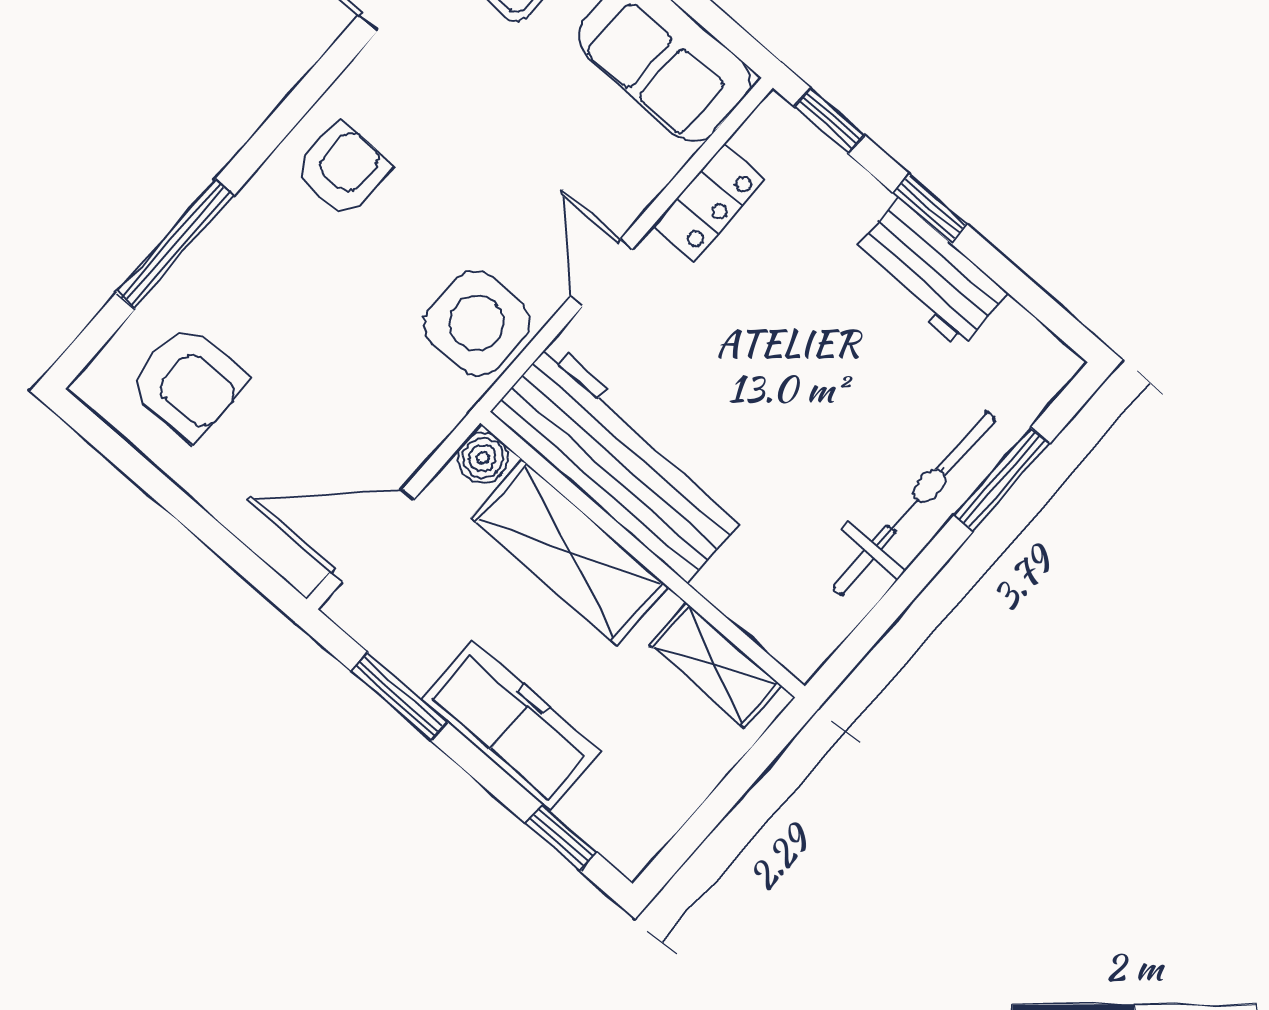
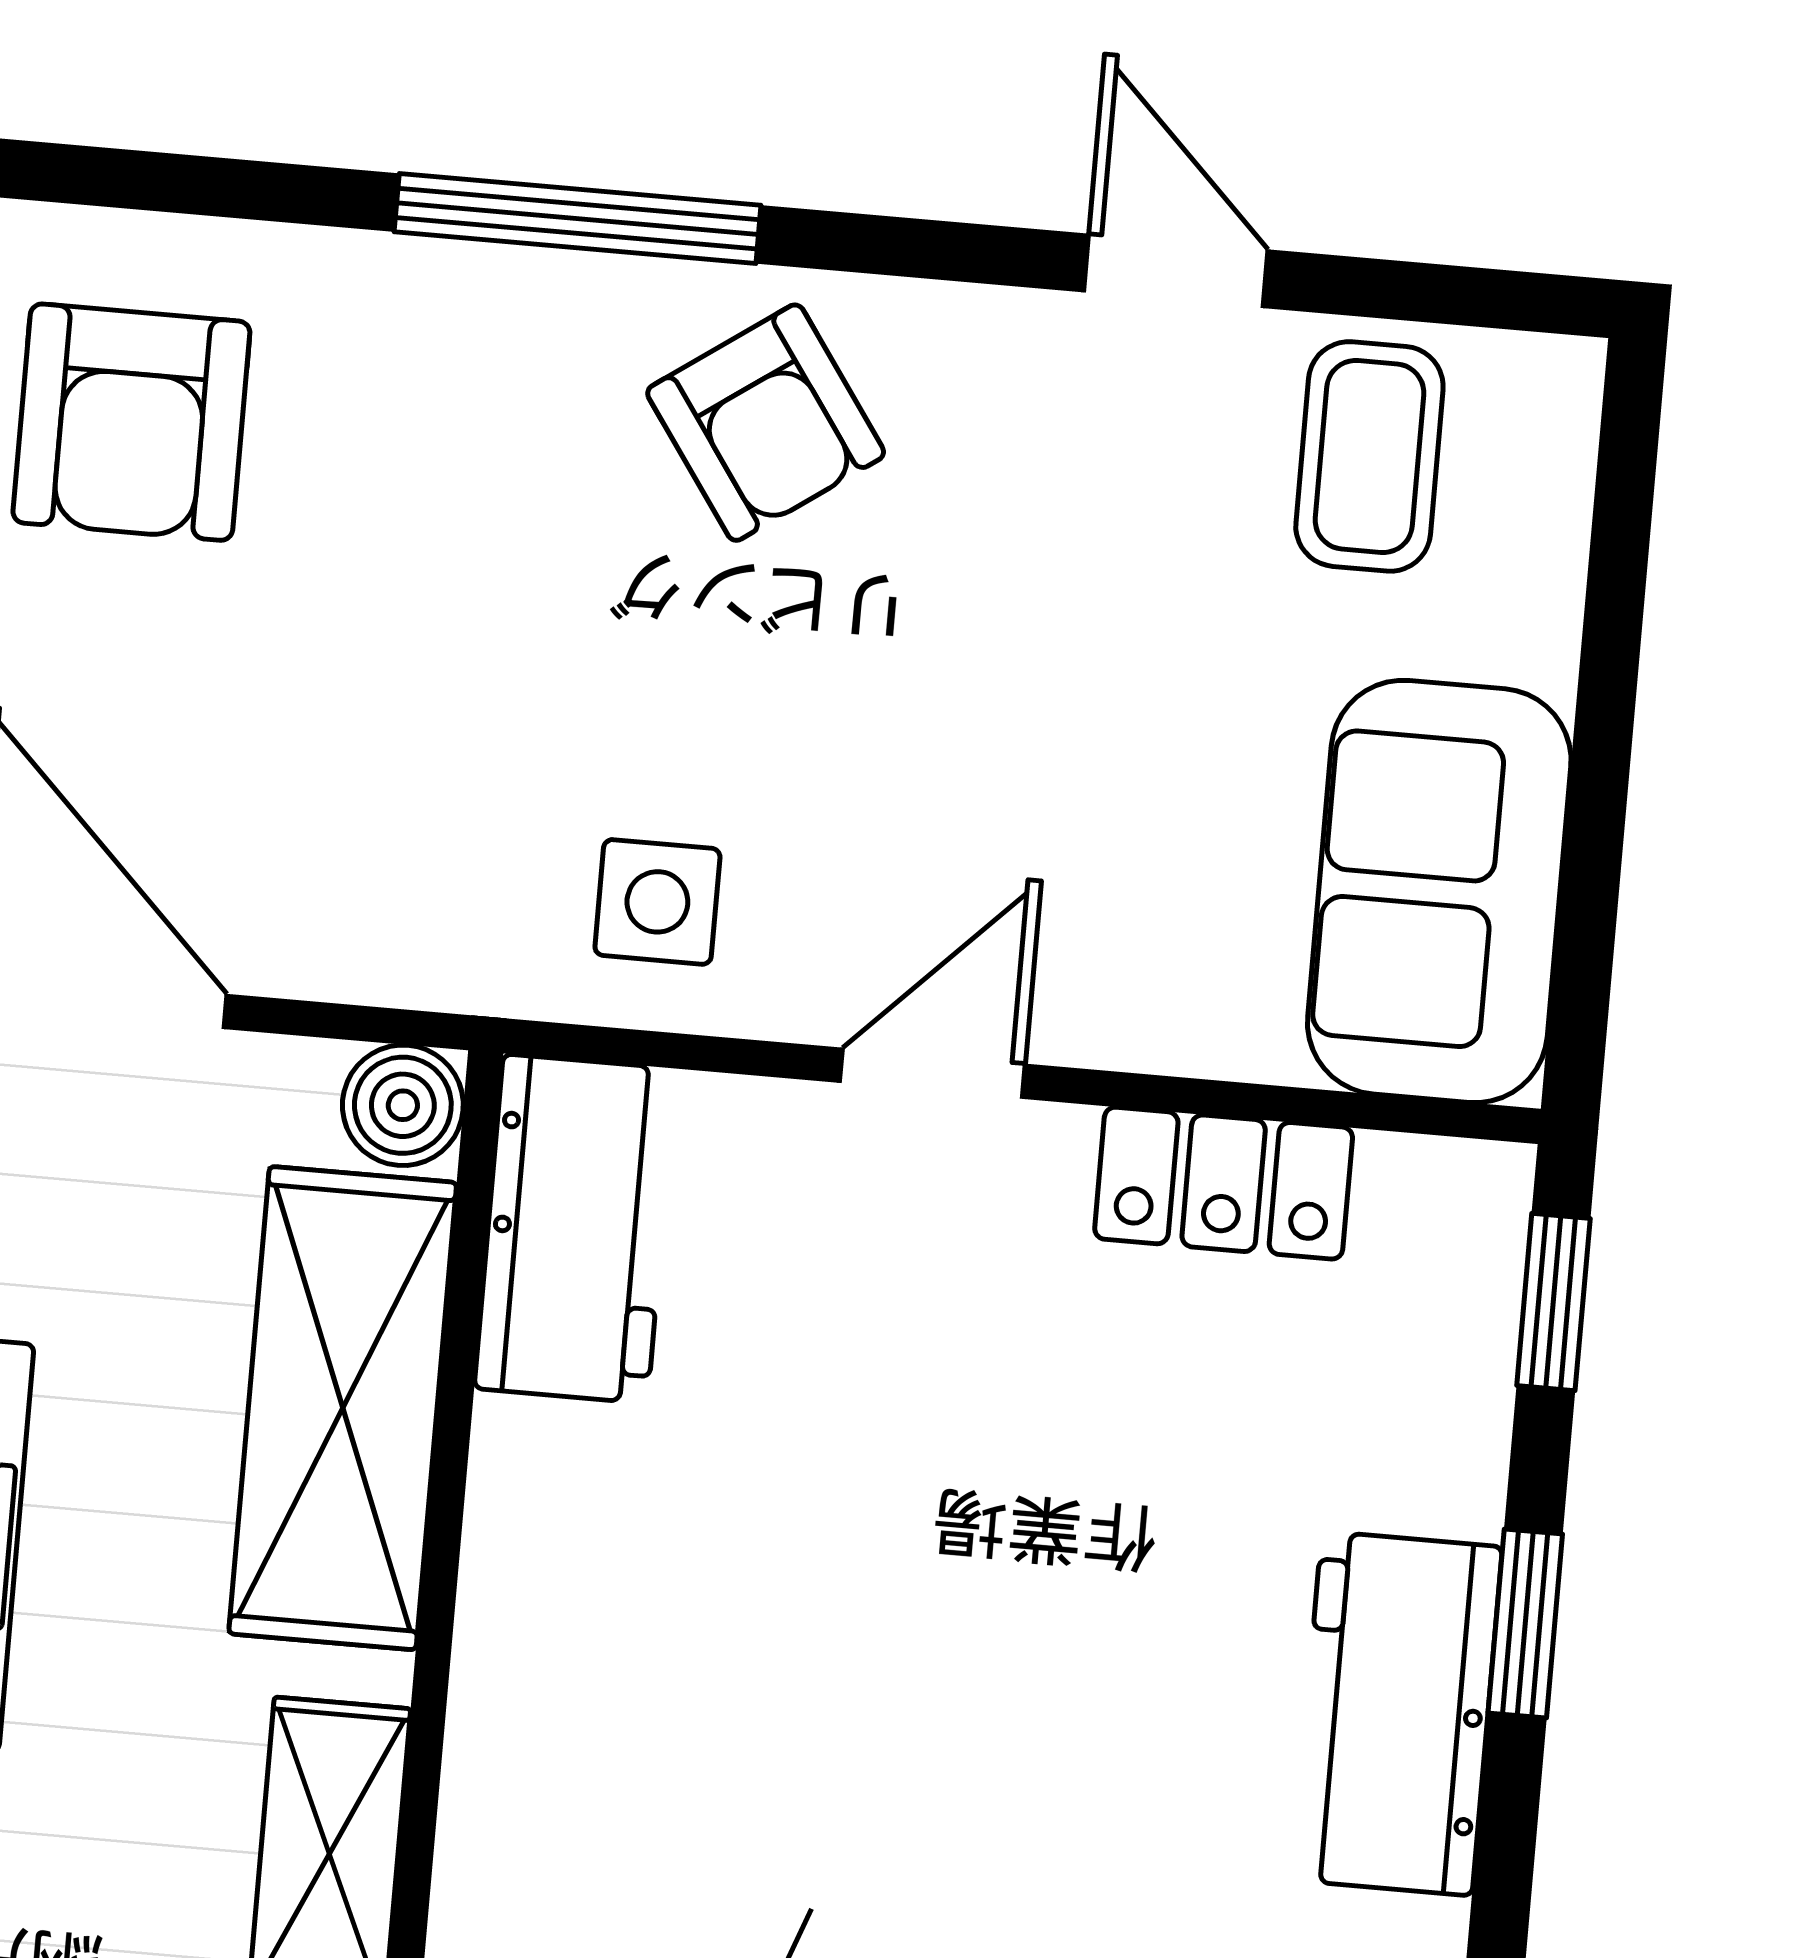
armchair: (343, 170) -> (766, 423), turned 55
window: (175, 244) -> (578, 219), moved
side table: (477, 323) -> (657, 902), width x0.54, depth x0.54
workbench: (620, 462) -> (575, 1229), width x0.53, depth x0.76

